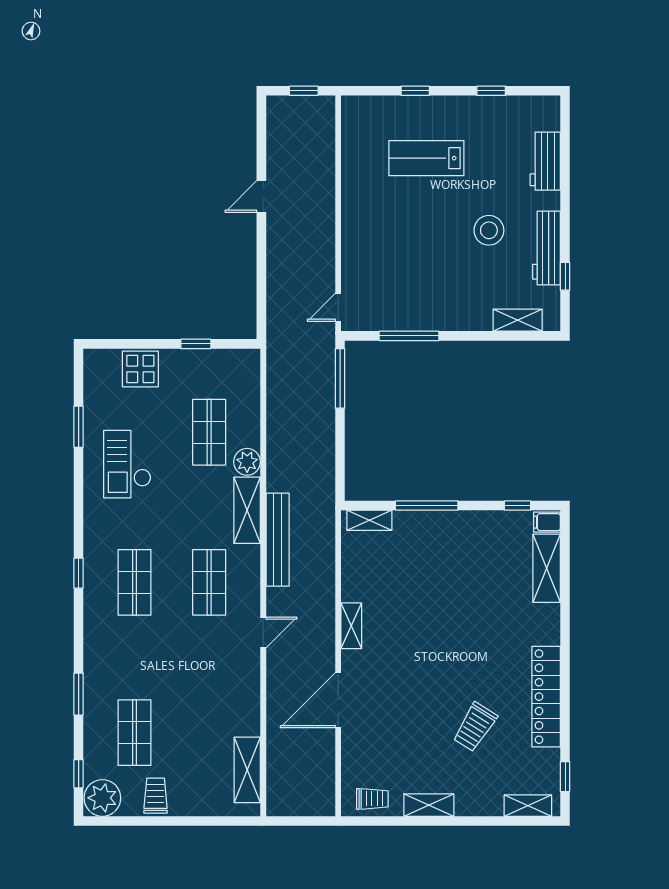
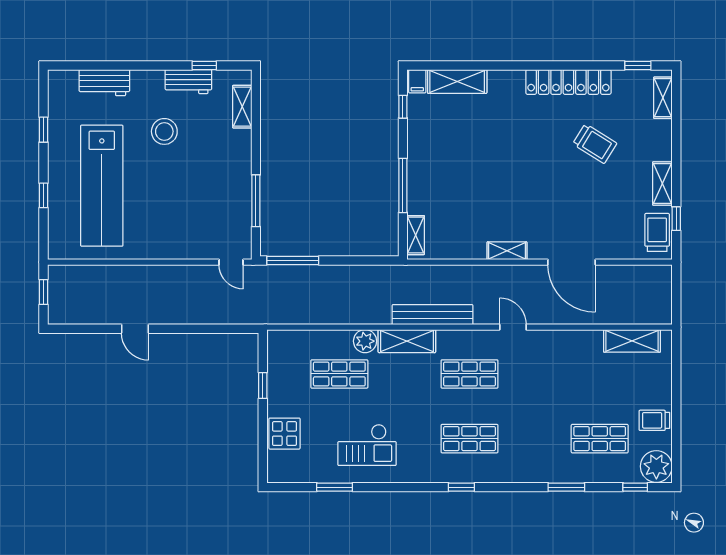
lab bench: (426, 158) -> (102, 186), width x1.86, depth x1.39
workbench: (546, 248) -> (188, 82), width x0.73
trolley: (372, 799) -> (657, 232), width x1.36, depth x1.39
window: (388, 821) -> (676, 219), added

